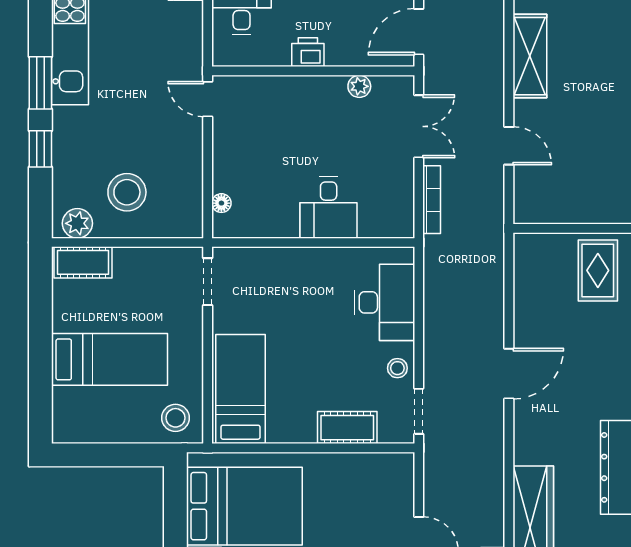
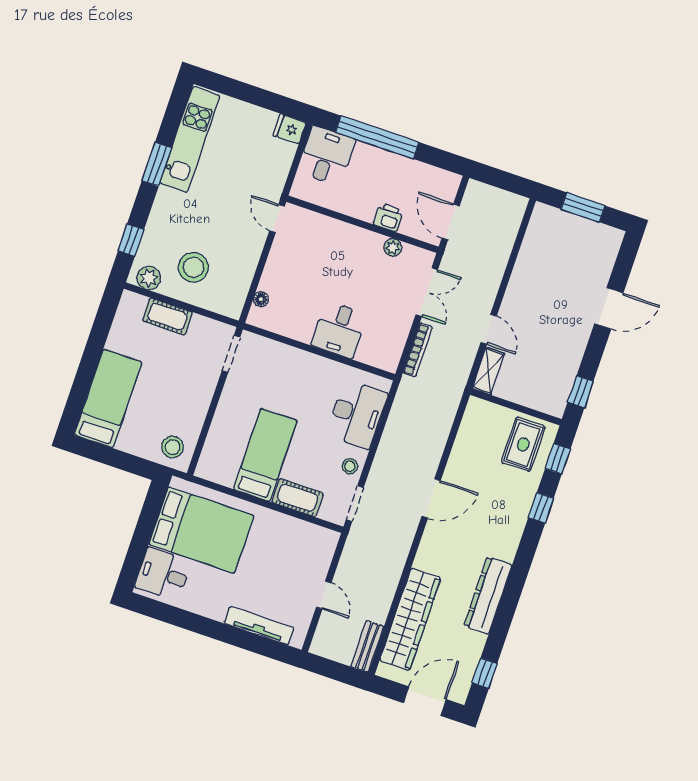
door: (419, 32) -> (451, 222), hinge flipped
printer: (308, 52) -> (388, 217), moved
shelving: (530, 56) -> (488, 371), moved, width x0.67, depth x0.75
window: (40, 149) -> (131, 240), moved
cot: (83, 262) -> (167, 317), moved
bed: (109, 359) -> (108, 398), moved, turned -90
bed: (240, 389) -> (265, 455), moved

